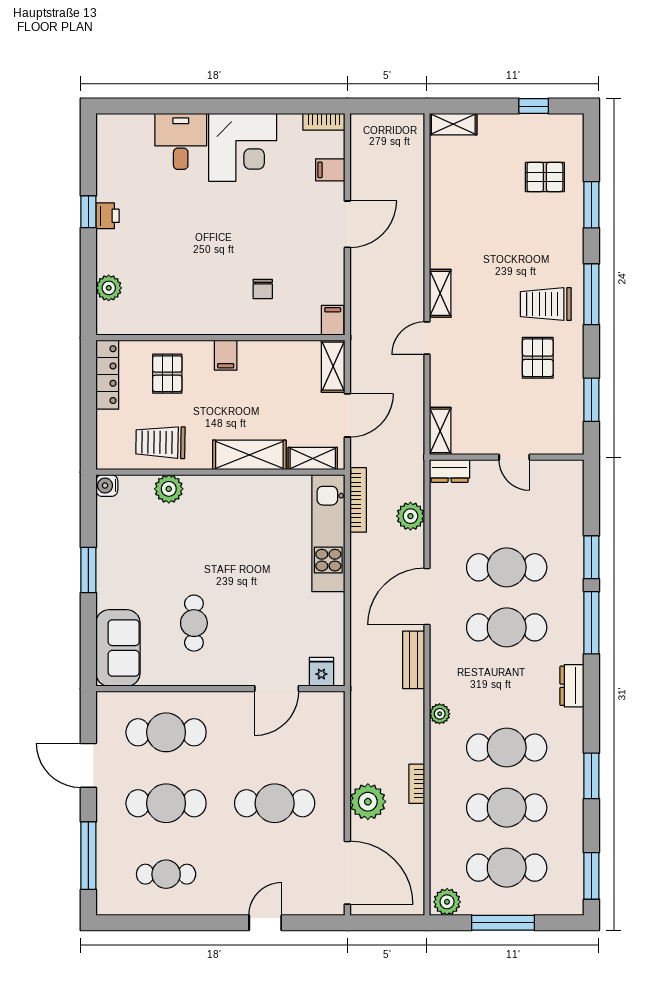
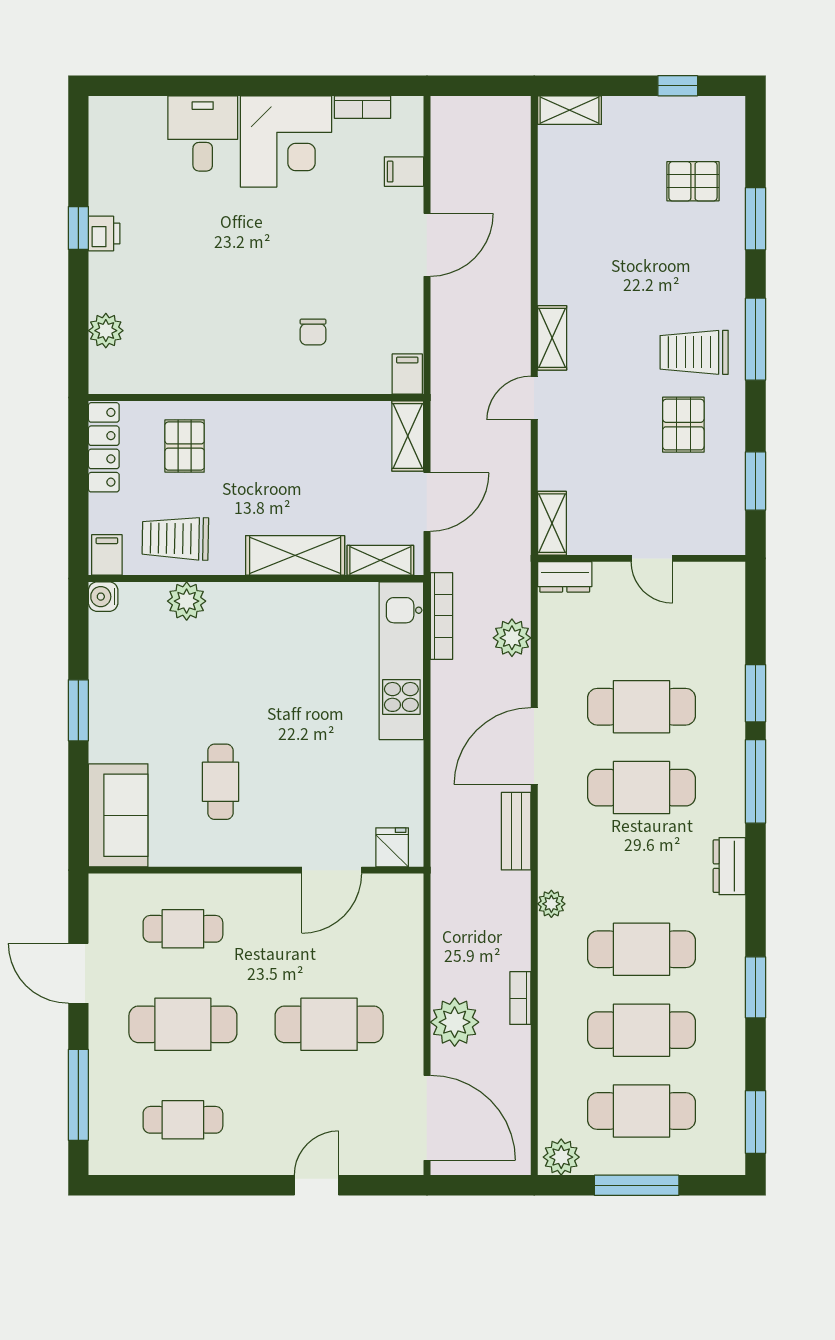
bookcase: (324, 122) -> (362, 107), moved
filing cabinet: (226, 355) -> (107, 555), moved, turned 180
cafe table: (166, 732) -> (183, 929), width x0.73, depth x0.74

